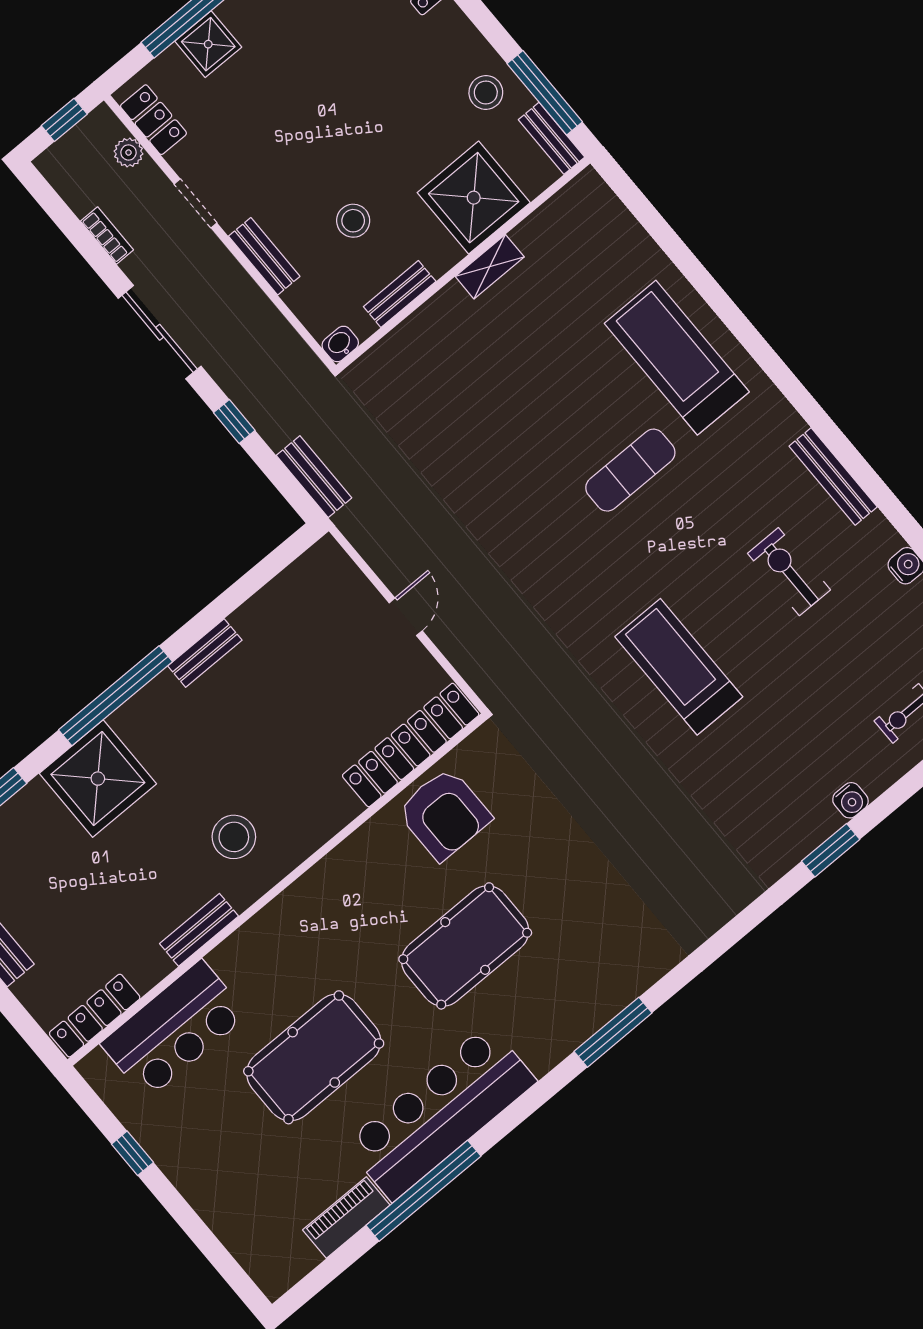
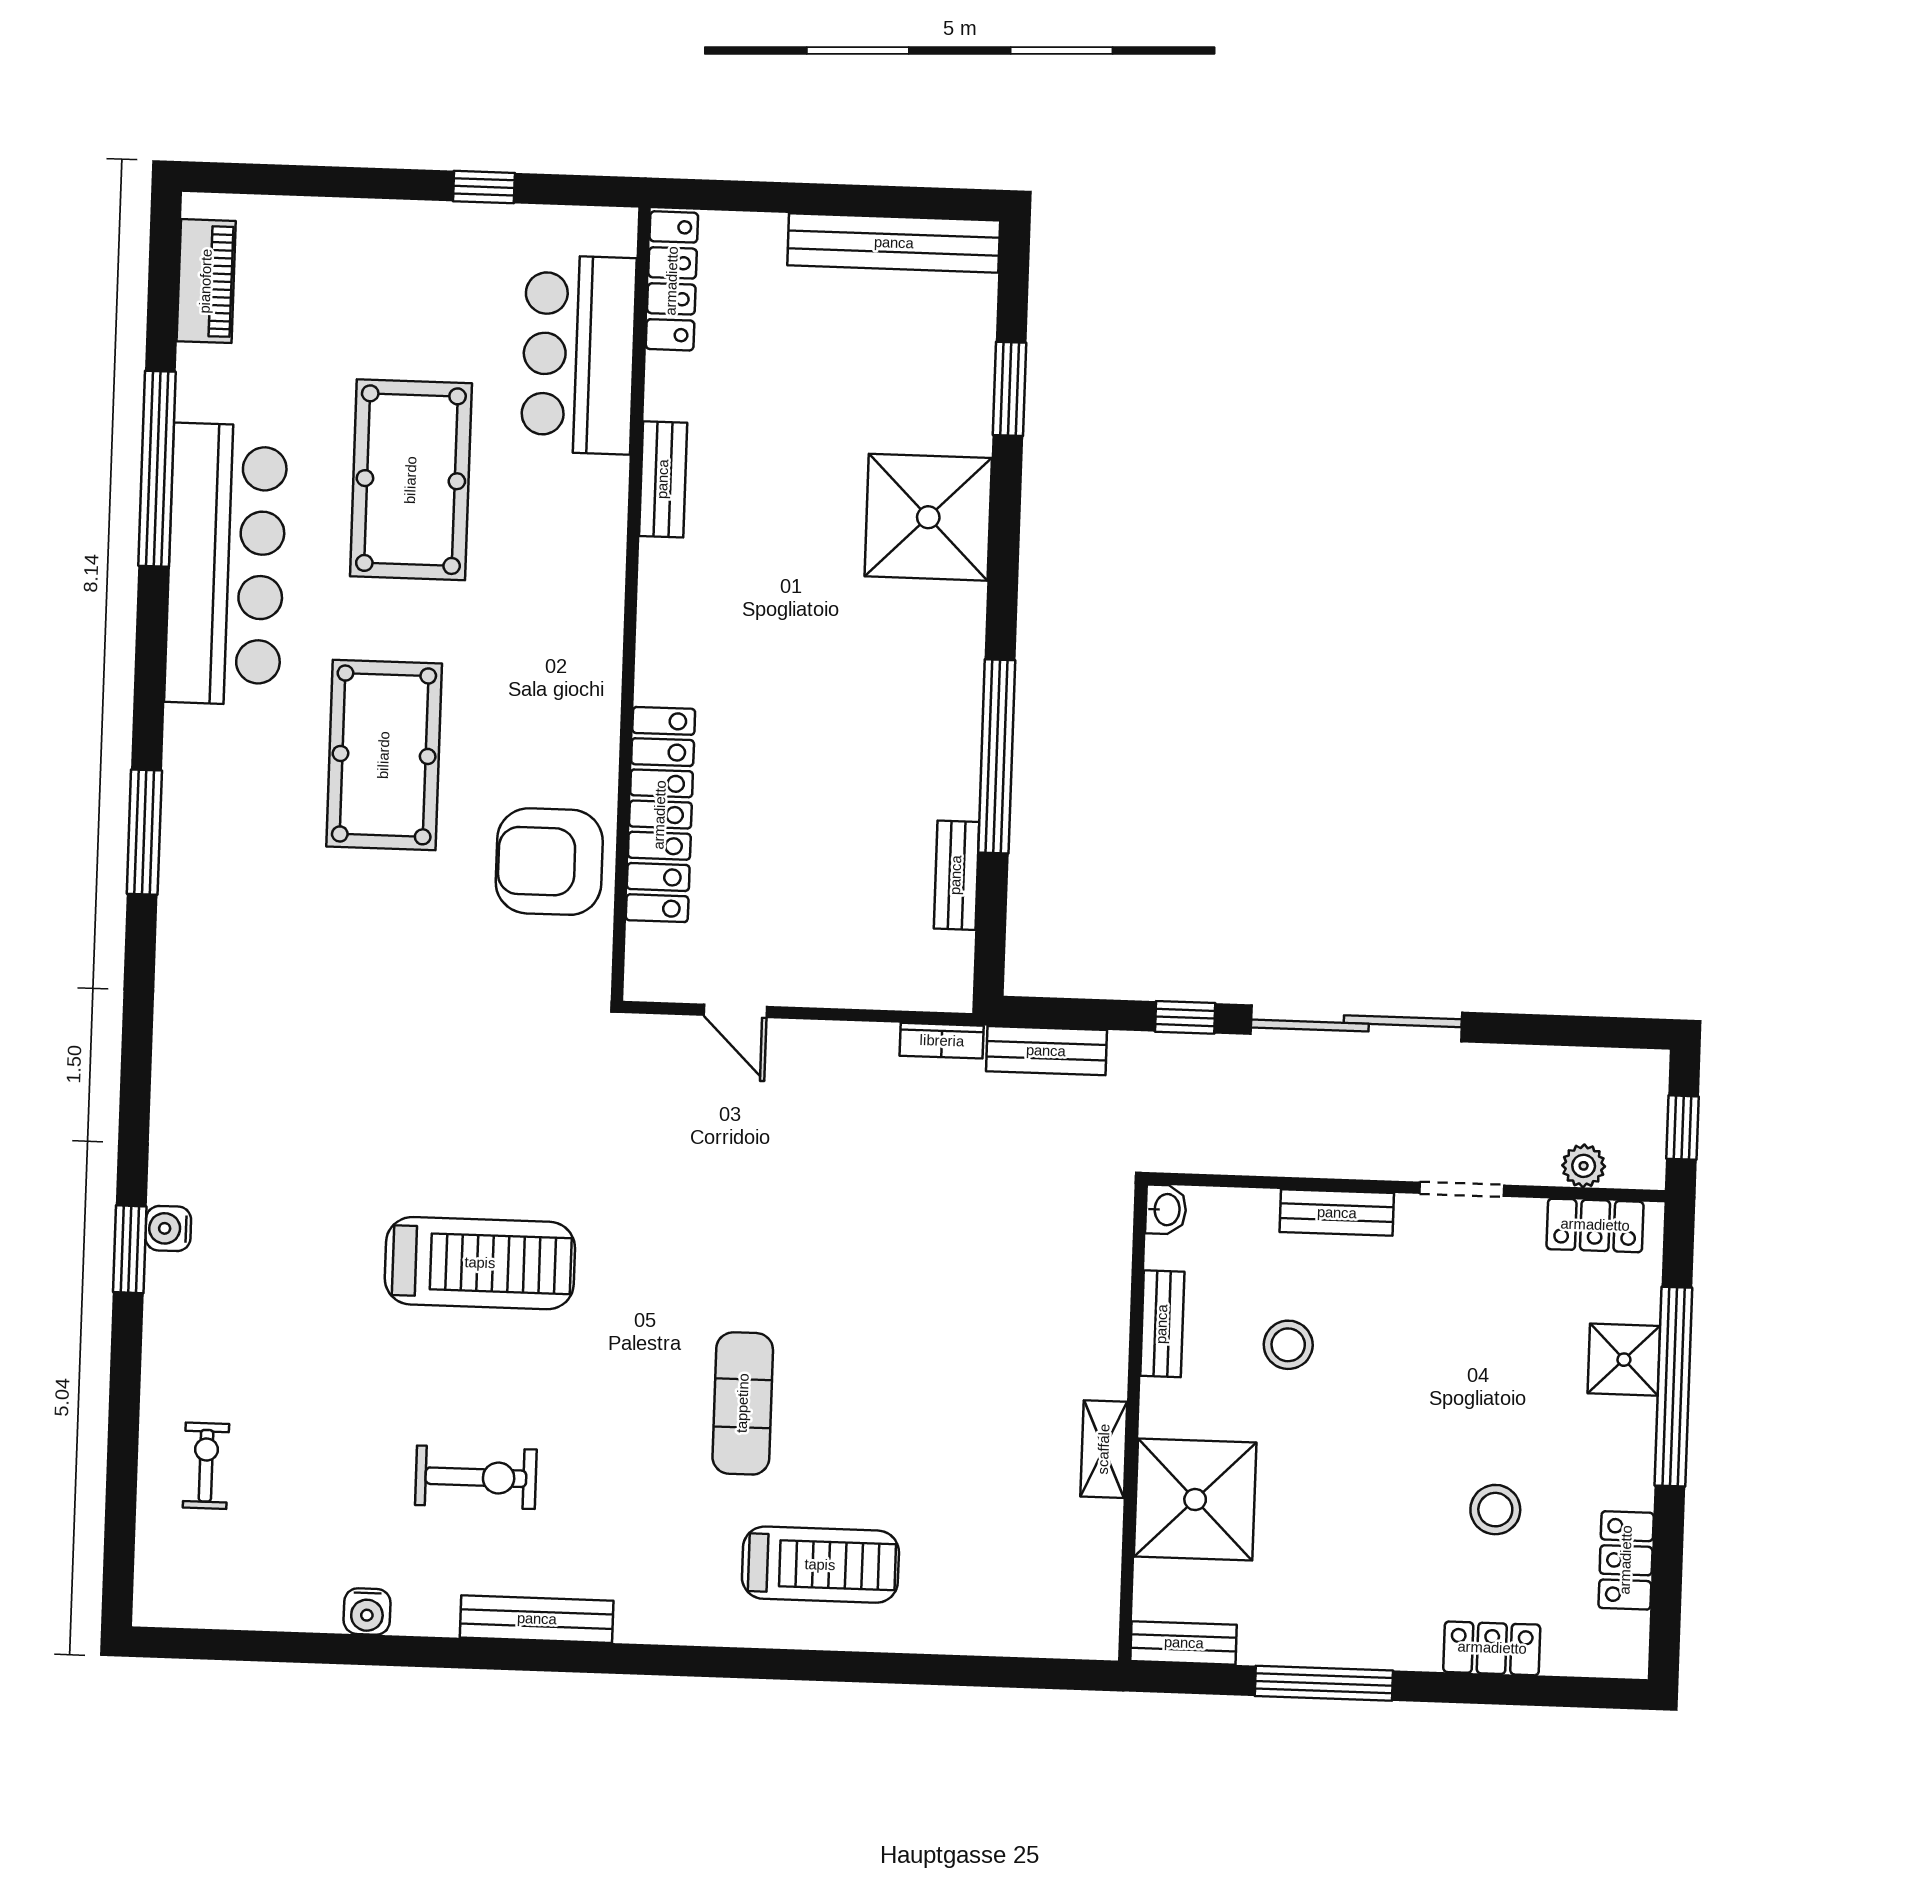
stool: (486, 92) -> (1495, 1510), moved
window: (545, 93) -> (1324, 1683), moved
bookcase: (107, 235) -> (942, 1041), moved
sliding door: (160, 332) -> (1356, 1023), width x1.36
treadmill: (677, 358) -> (820, 1565), width x0.73, depth x0.73
door: (406, 617) -> (735, 1011), moved
bench: (205, 653) -> (956, 875), moved
window: (115, 696) -> (997, 756), moved
locker: (411, 745) -> (660, 815), moved
water cooler: (850, 800) -> (168, 1228), moved
stool: (234, 837) -> (731, 609), removed
piano: (346, 1217) -> (206, 281), moved

